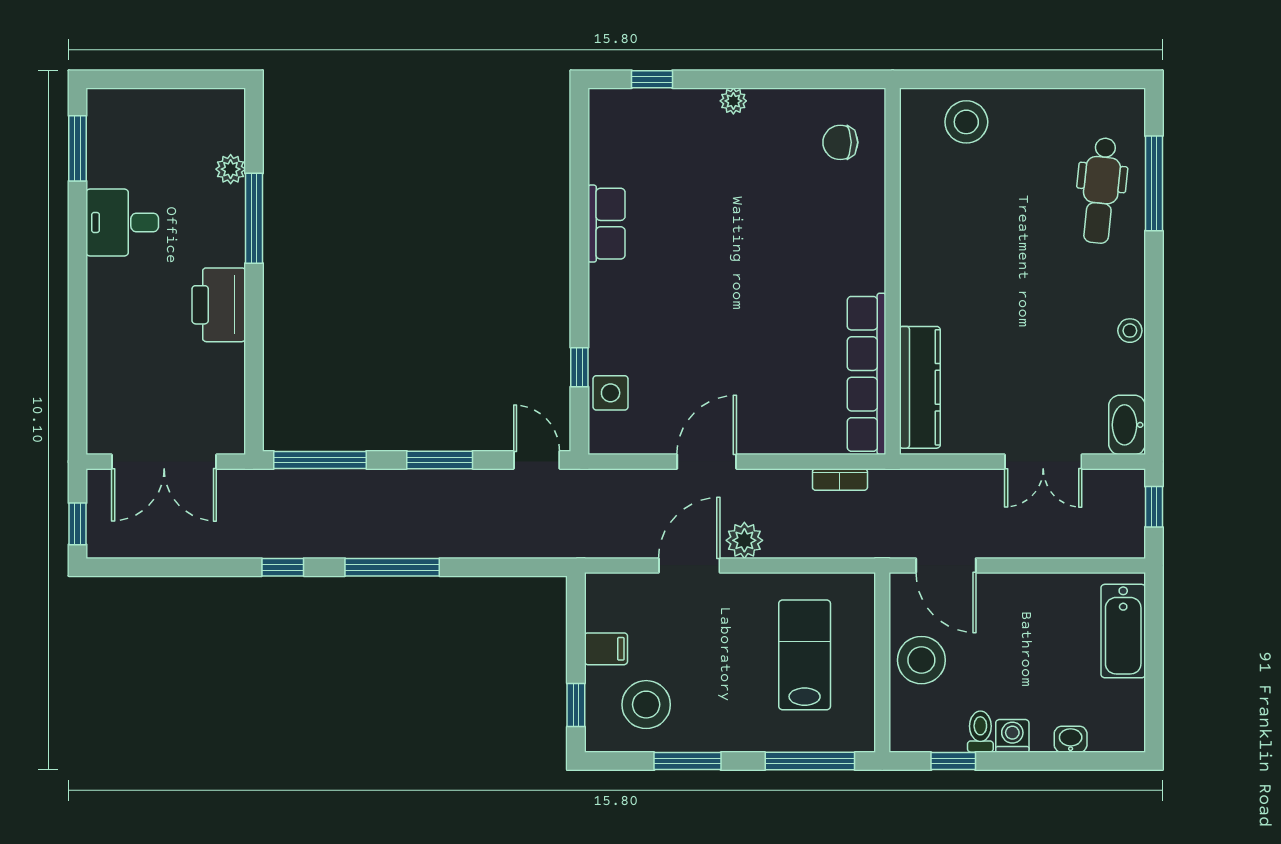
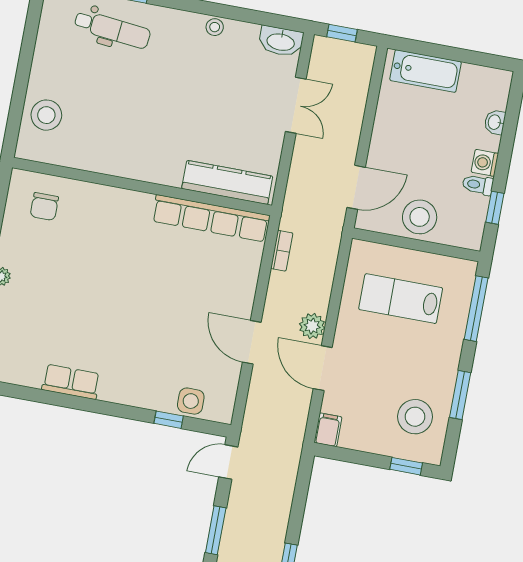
filing cabinet: (606, 649) -> (328, 430), moved

